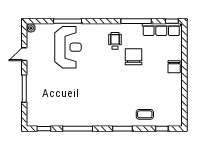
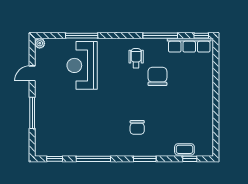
reception desk: (68, 47) -> (82, 65), turned 180
chair: (174, 67) -> (137, 127), moved
coffee table: (145, 114) -> (184, 149), moved

